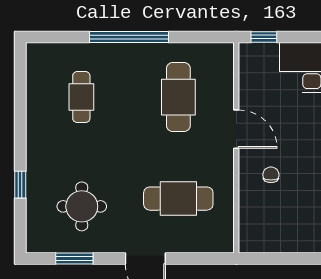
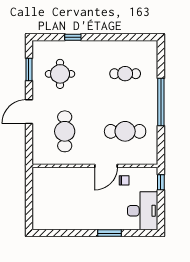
chair: (271, 175) -> (124, 180), moved

